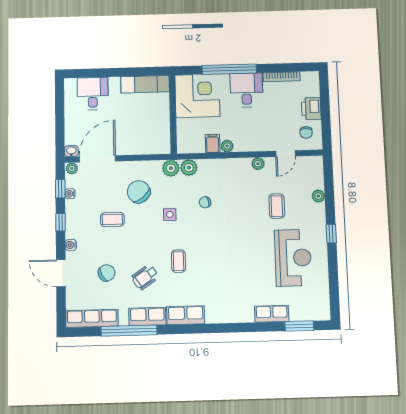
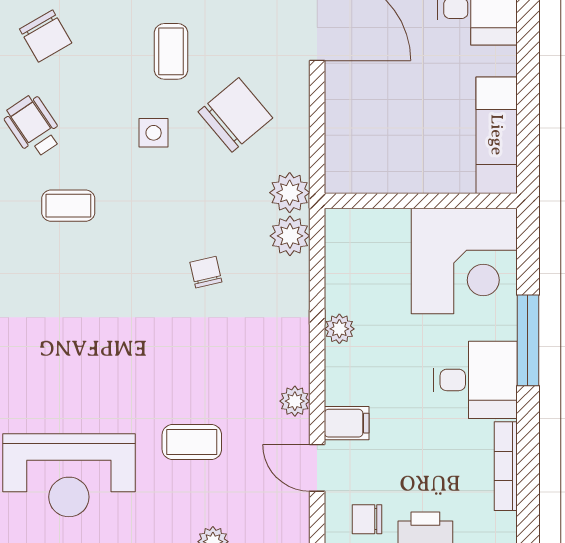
window: (229, 69) -> (528, 340), width x0.68
filing cabinet: (213, 143) -> (347, 423), moved
side table: (170, 214) -> (154, 133), moved

